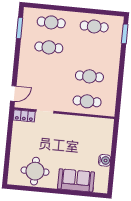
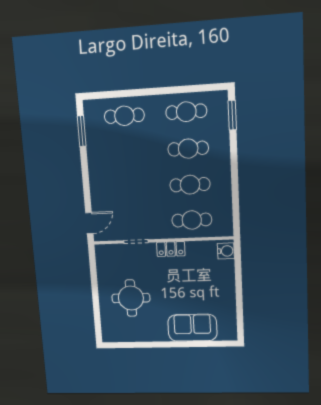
cafe table: (49, 47) -> (188, 149), moved
locker: (24, 116) -> (171, 249), moved
water cooler: (105, 160) -> (226, 251), moved
round table: (35, 171) -> (131, 298), moved

